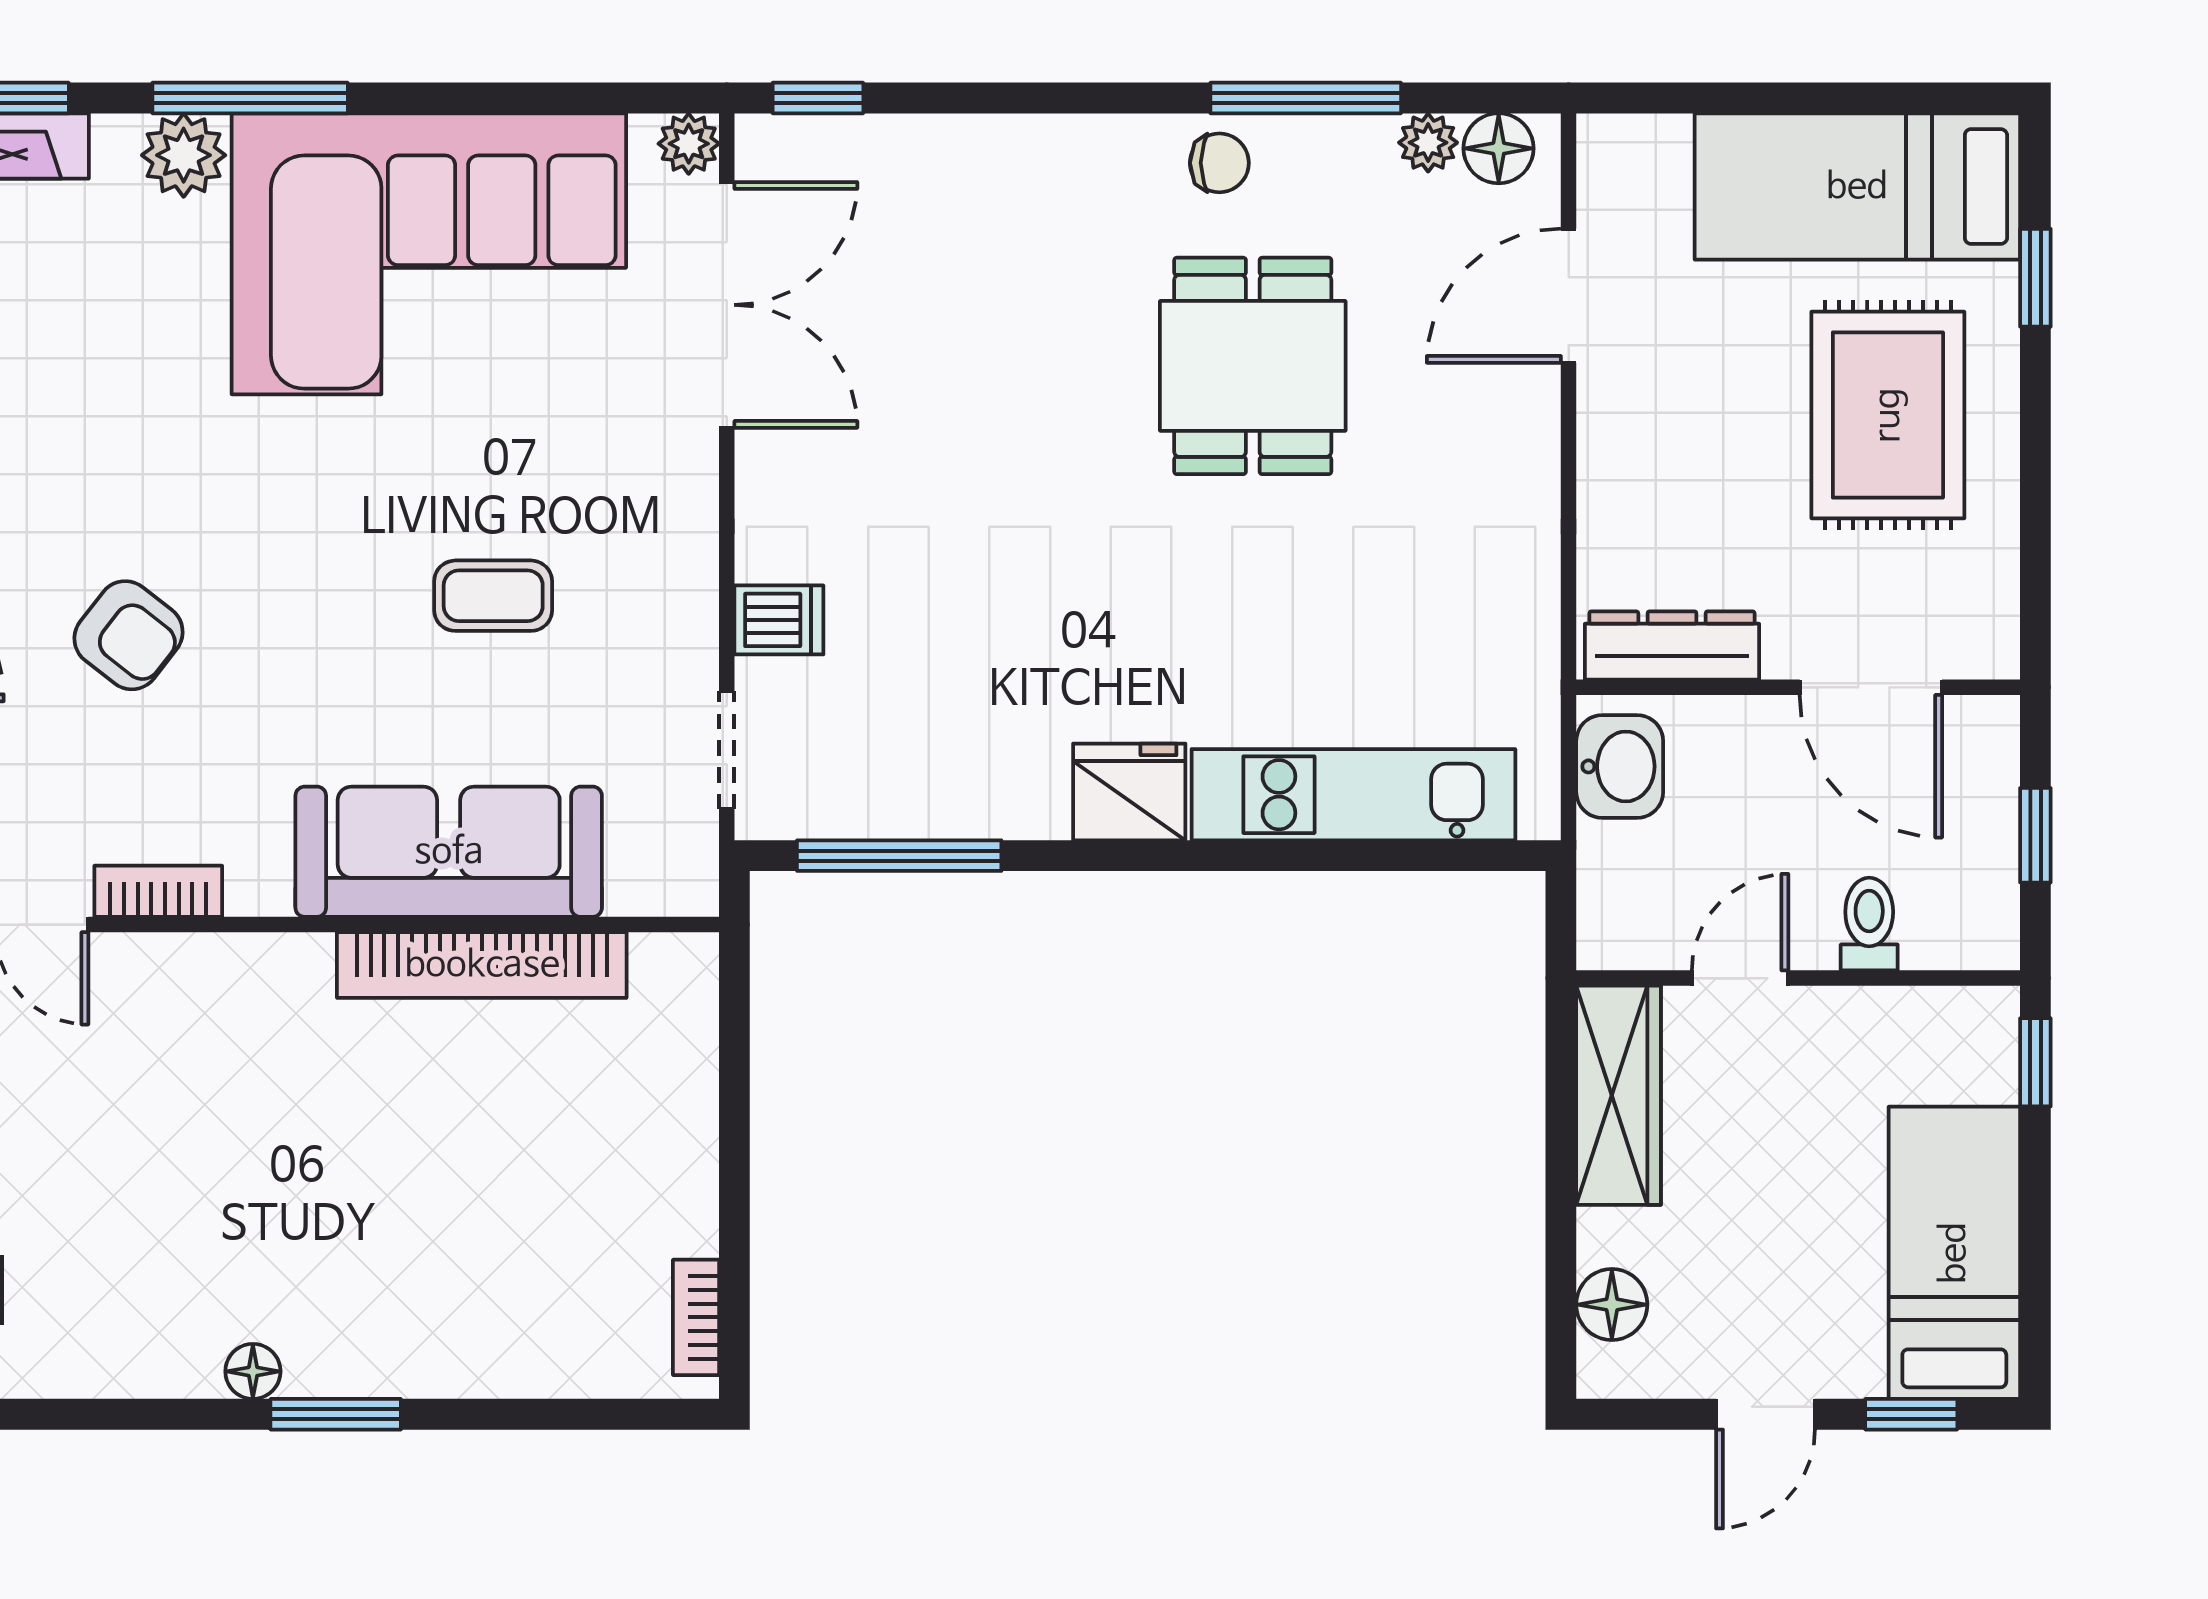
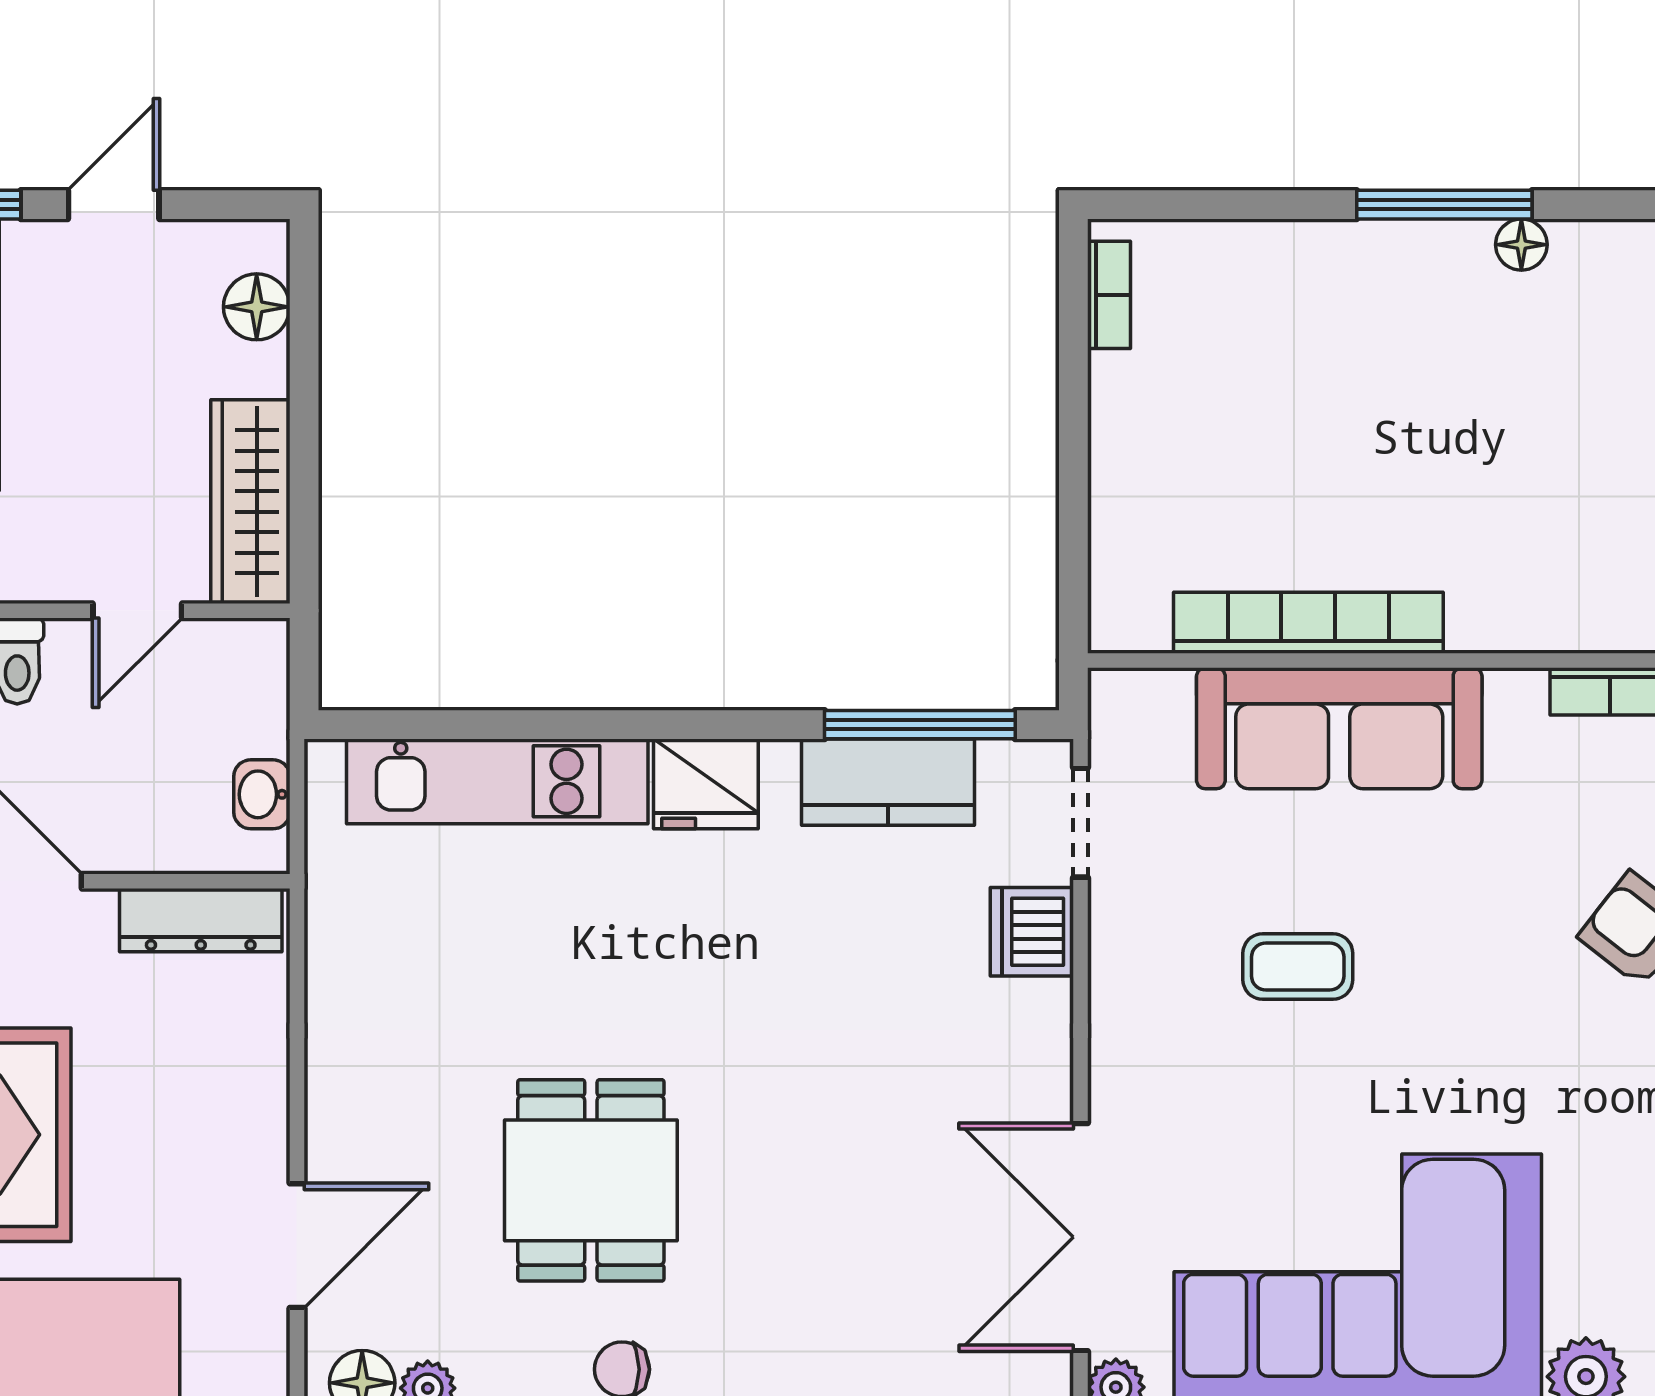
dishwasher: (779, 620) -> (1032, 932), width x1.38
washbasin: (1620, 766) -> (262, 794), width x0.72, depth x0.69
kitchen counter: (933, 794) -> (888, 782), added
window: (336, 1414) -> (1444, 205), width x1.44

